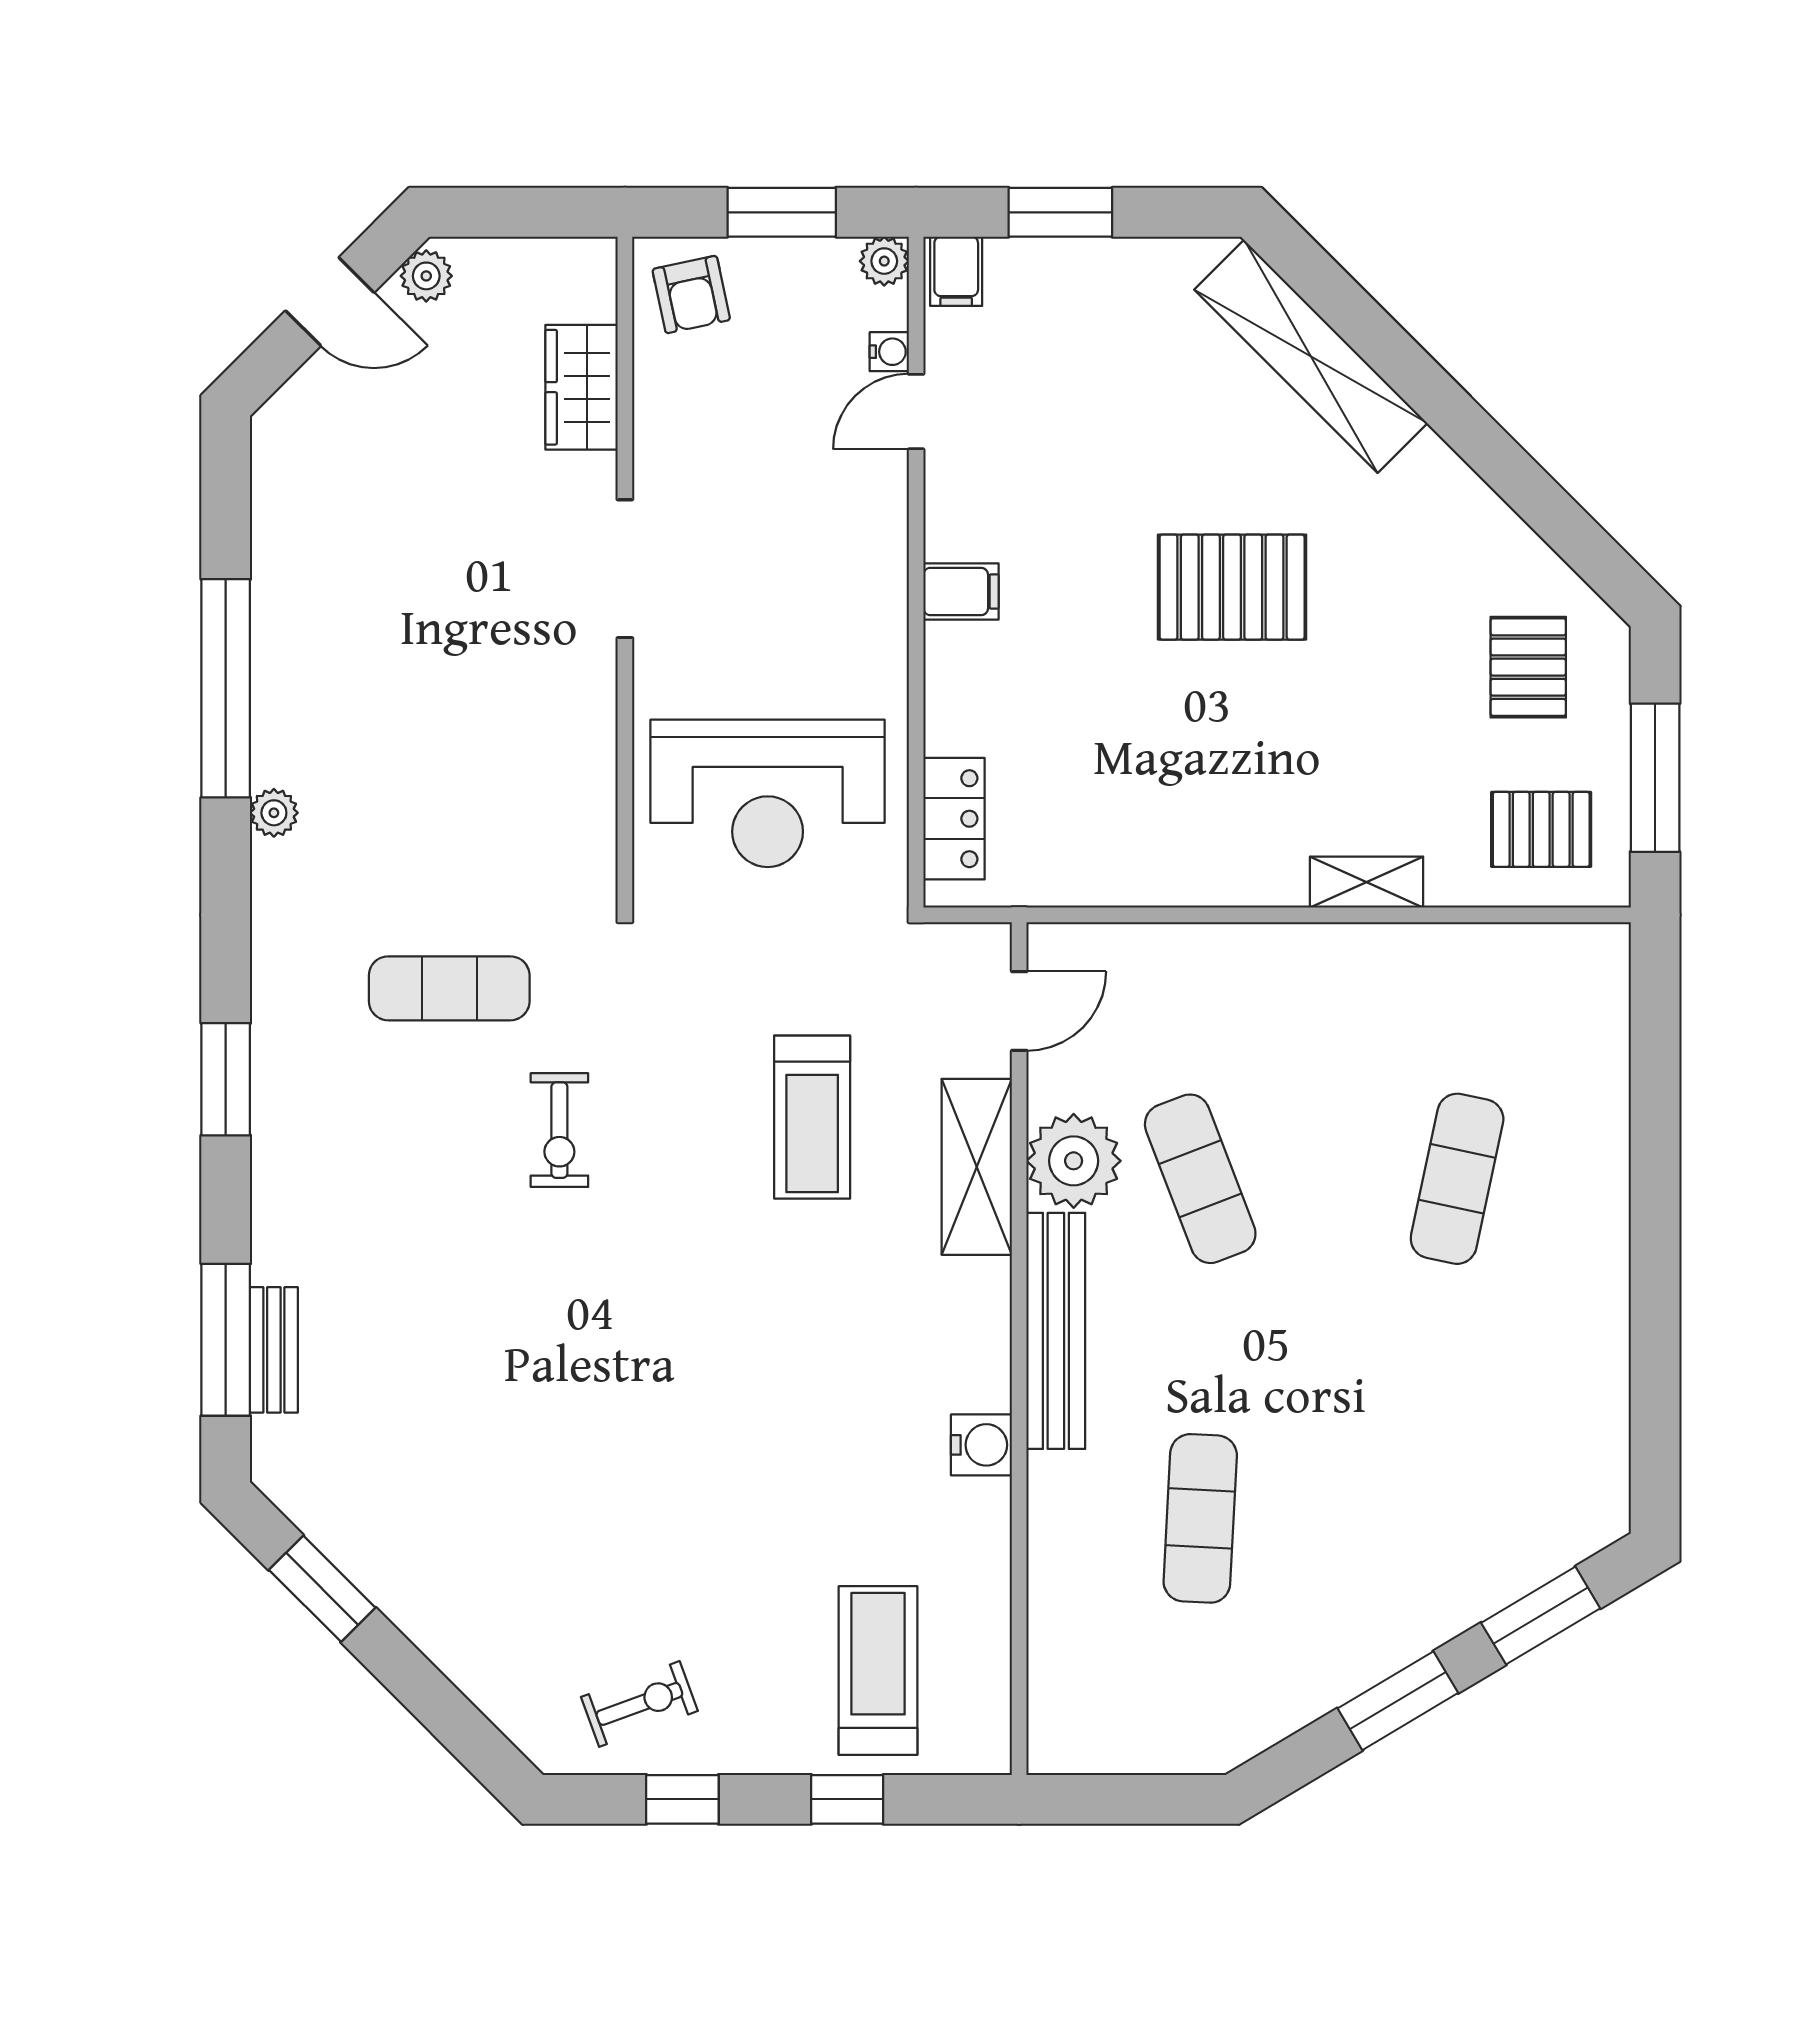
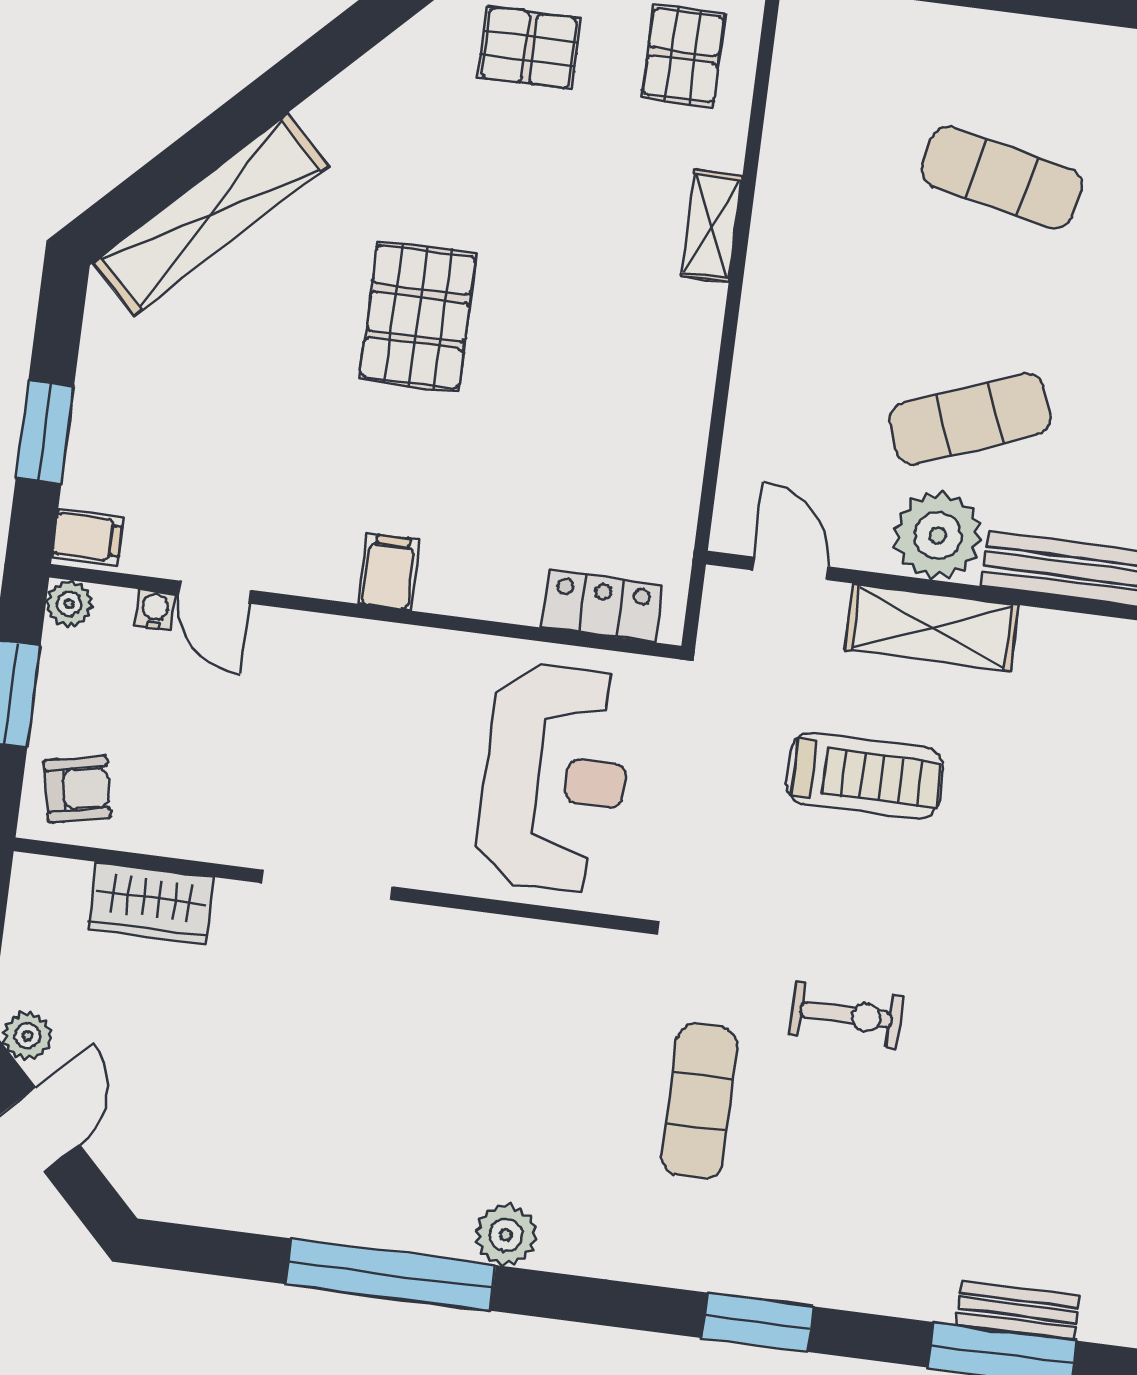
plant: (274, 813) -> (506, 1235), width x1.38, depth x1.38

